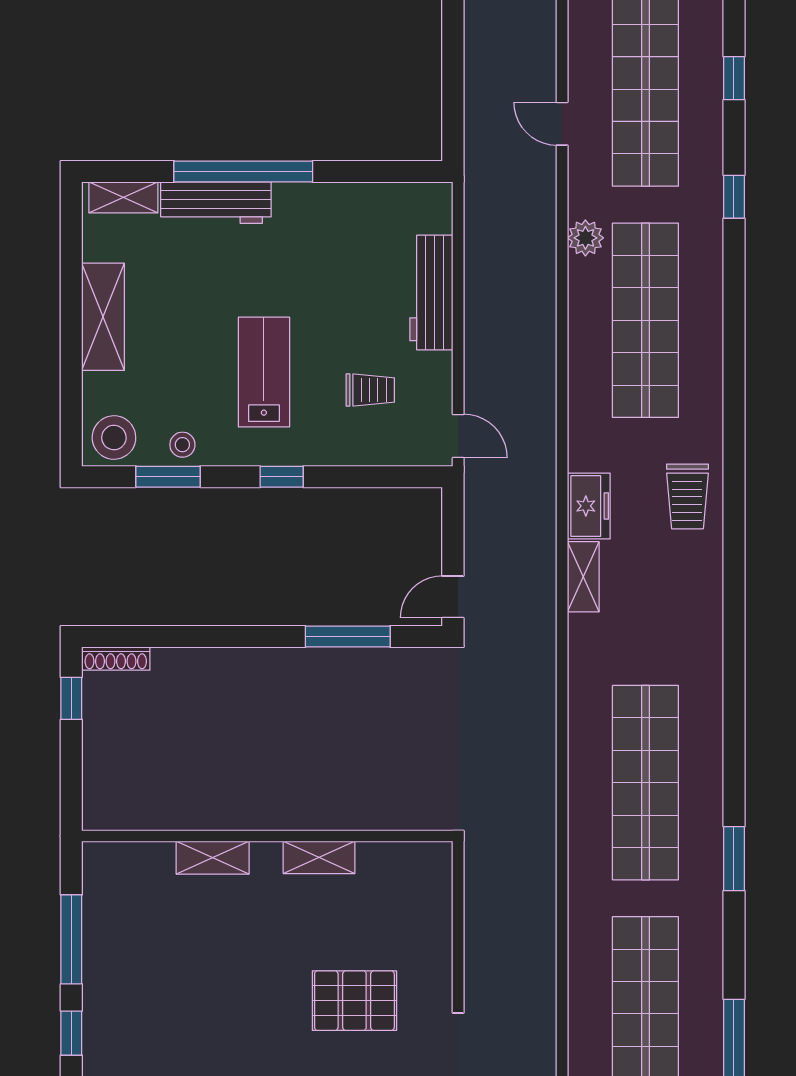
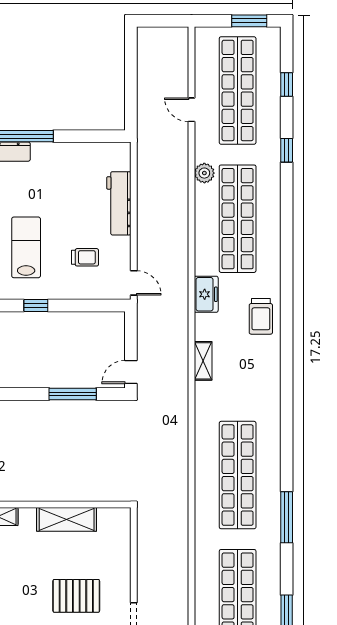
freezer: (589, 506) -> (206, 294), moved
shelving: (319, 857) -> (67, 519), width x1.50, depth x1.33
window: (734, 859) -> (287, 517), width x1.44

